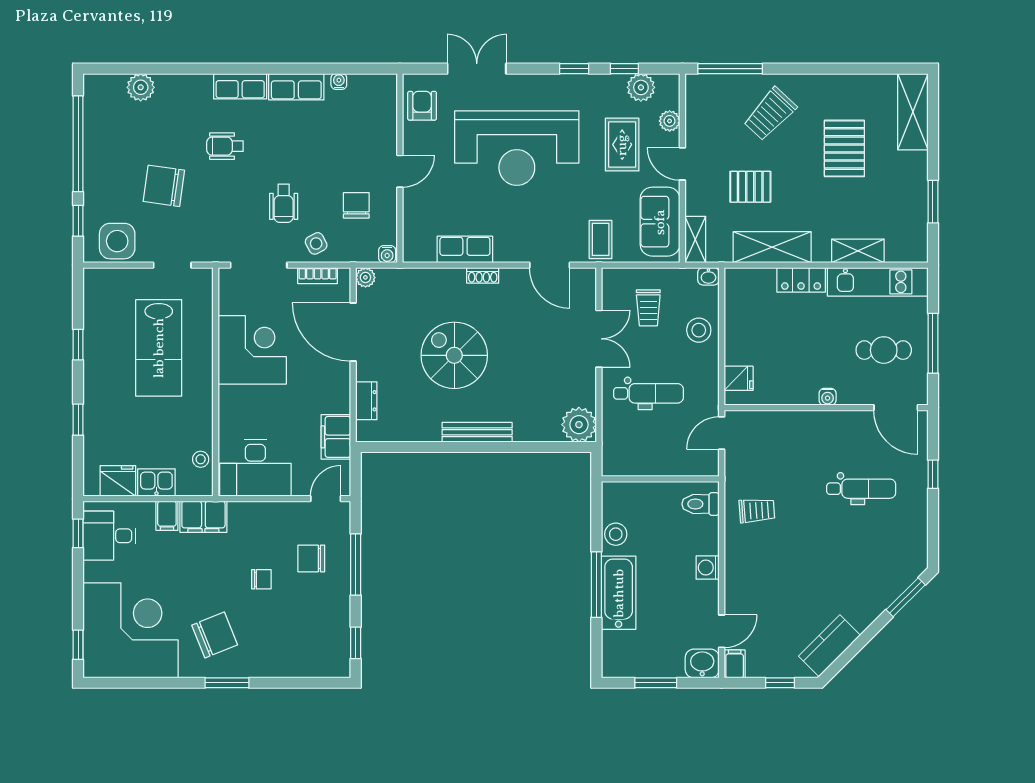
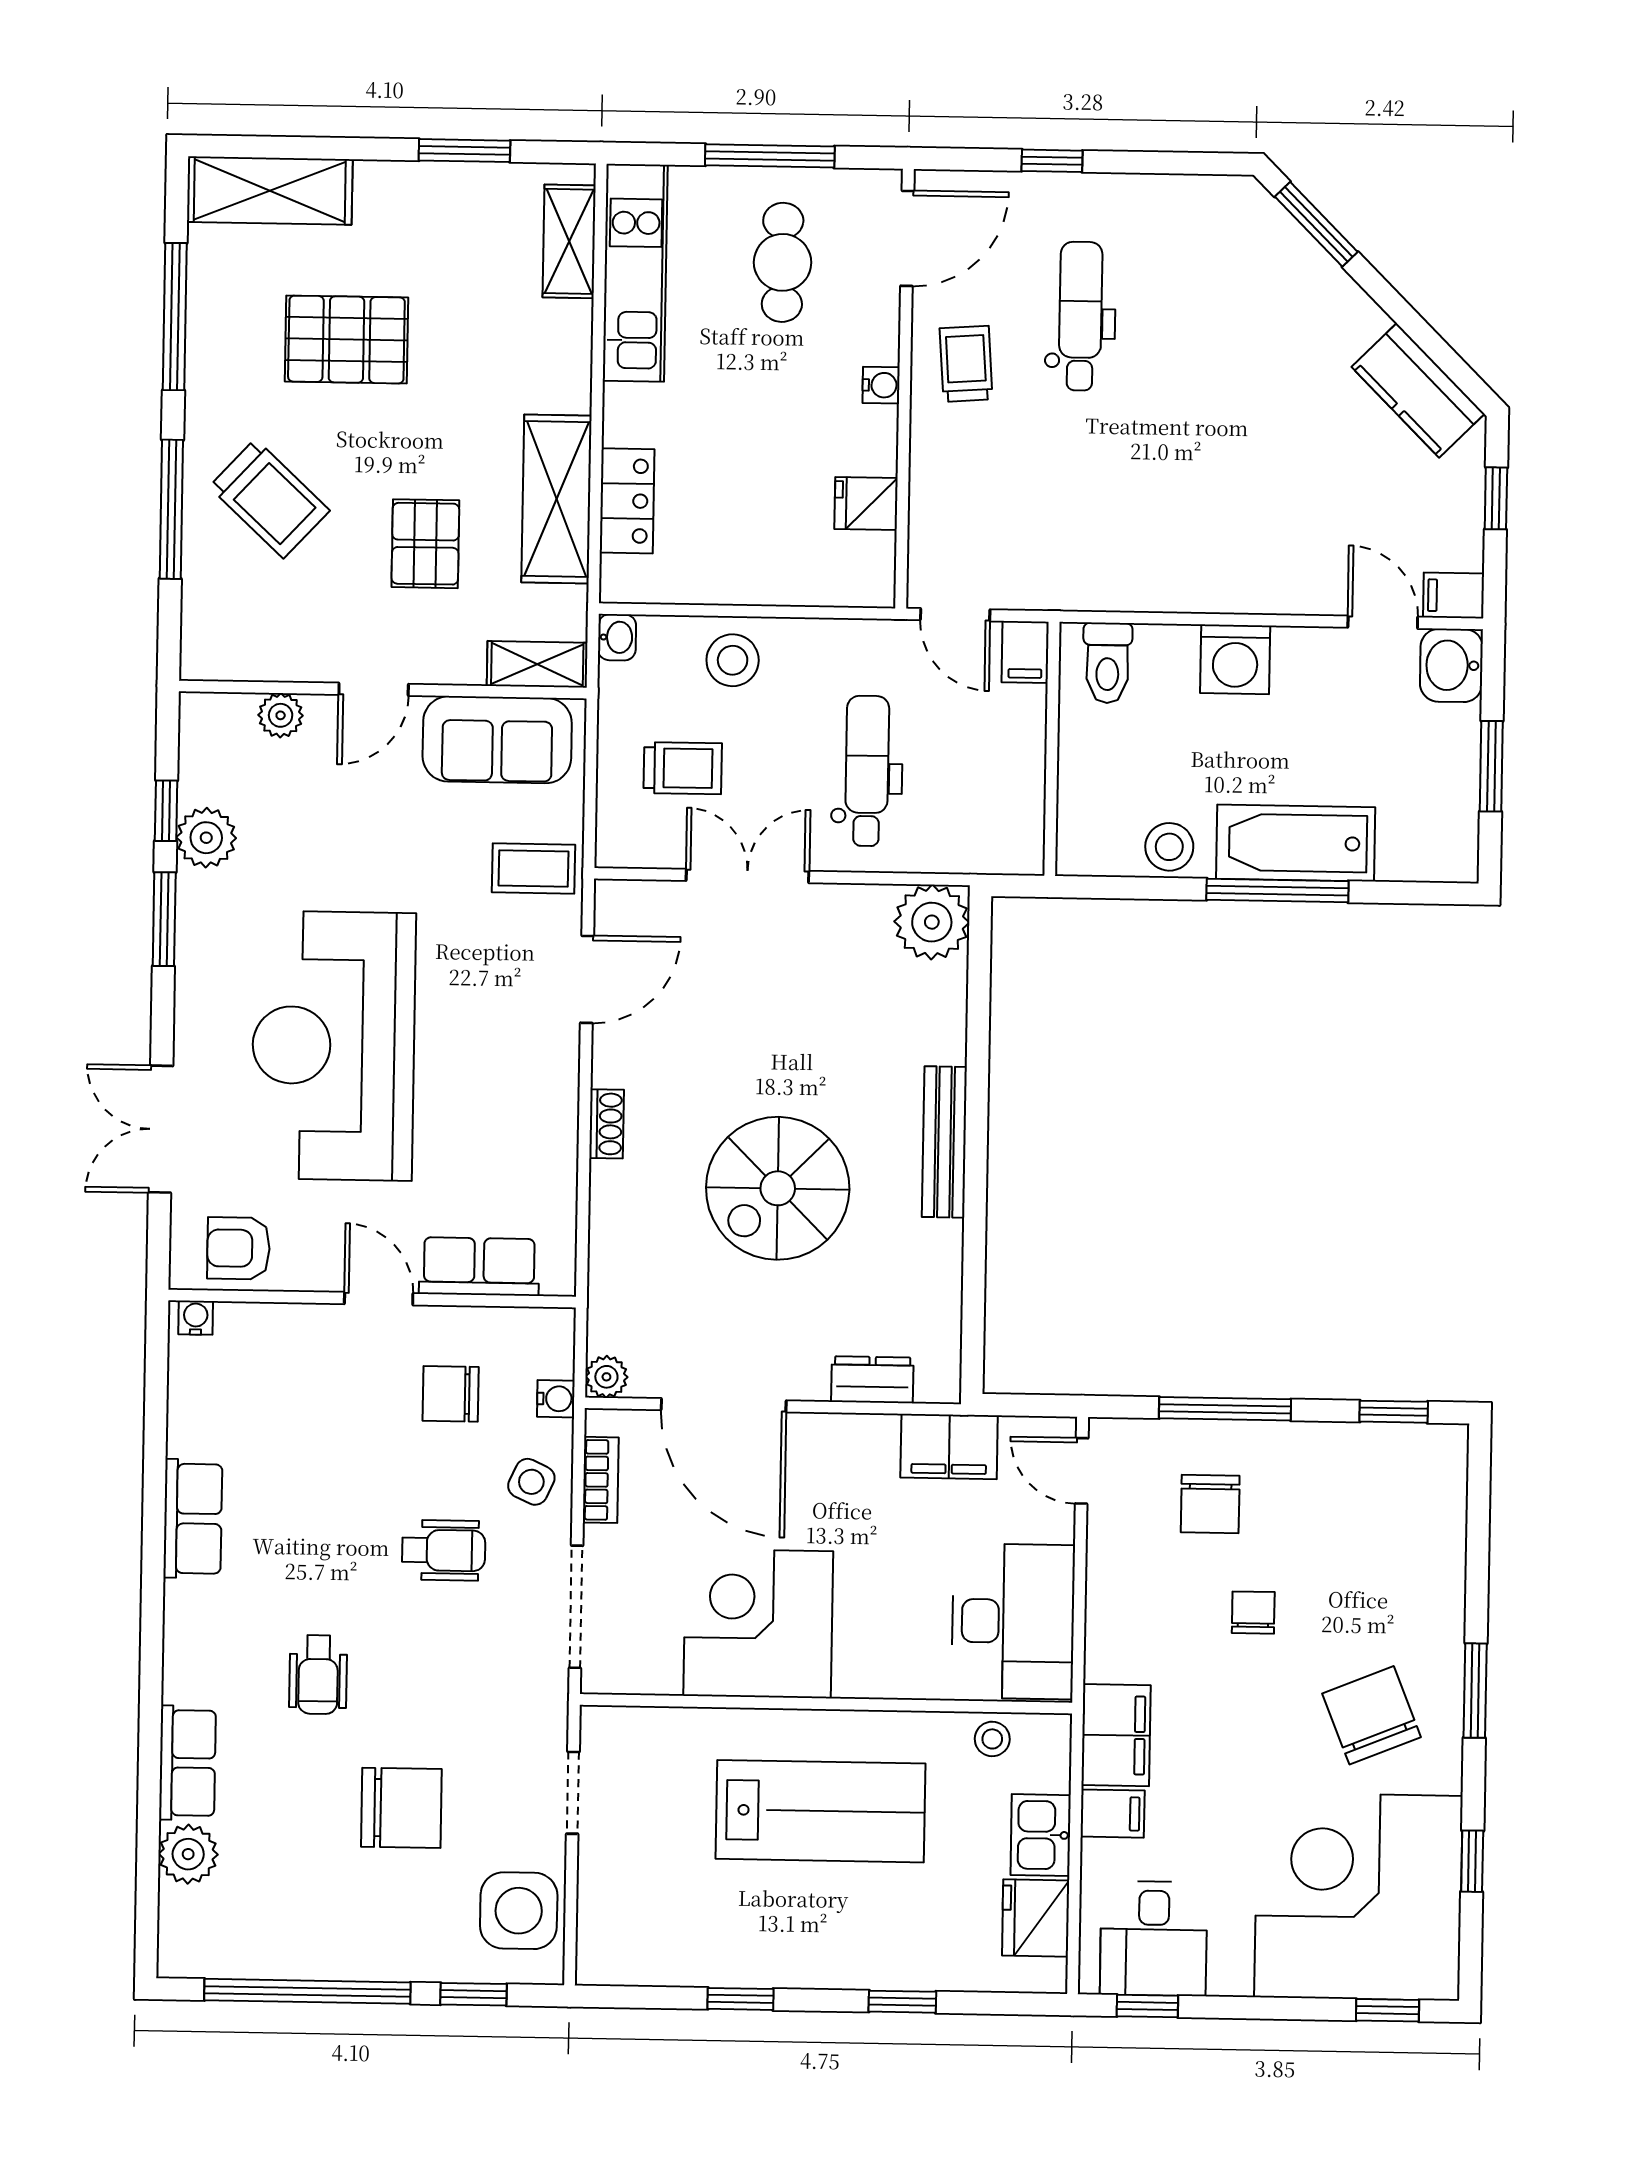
window: (574, 69) -> (164, 919), width x1.50
window: (730, 69) -> (171, 509), moved
window: (854, 69) -> (175, 317), added
water cooler: (339, 81) -> (196, 1318), moved, turned 90
row of seats: (240, 86) -> (187, 1763), moved
plant: (641, 87) -> (206, 838), moved
rug: (622, 145) -> (330, 818), removed
reception desk: (517, 148) -> (333, 1046), turned 180
chair: (164, 186) -> (401, 1808), turned -98
side table: (316, 243) -> (531, 1482), turned -37
row of seats: (465, 249) -> (479, 1267), moved, turned 90
shelving: (858, 251) -> (569, 241), moved
water cooler: (387, 254) -> (556, 1399), moved
locker: (801, 280) -> (627, 501), moved
door: (353, 332) -> (724, 1405), hinge flipped
lab bench: (159, 348) -> (821, 1811), moved
fridge: (739, 378) -> (866, 503), moved, turned -90
filing cabinet: (705, 466) -> (1025, 652), added
trolley: (757, 511) -> (966, 364), moved
washing machine: (708, 568) -> (1235, 659), width x1.38, depth x1.38
window: (148, 683) -> (1472, 1861), added

